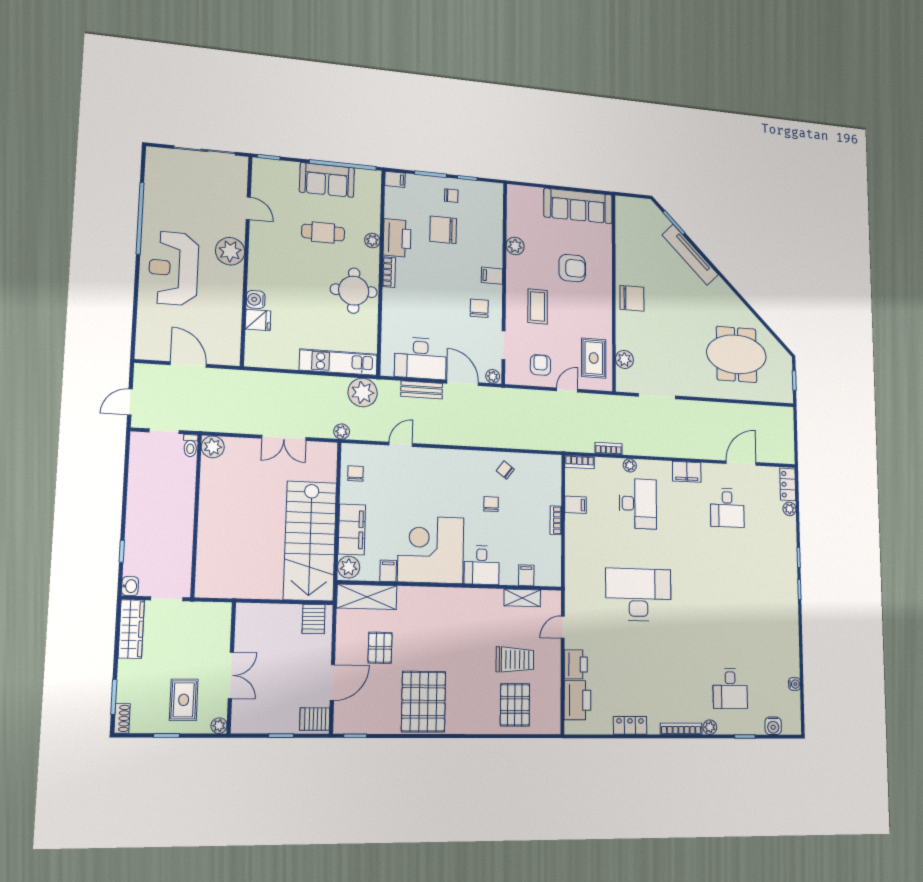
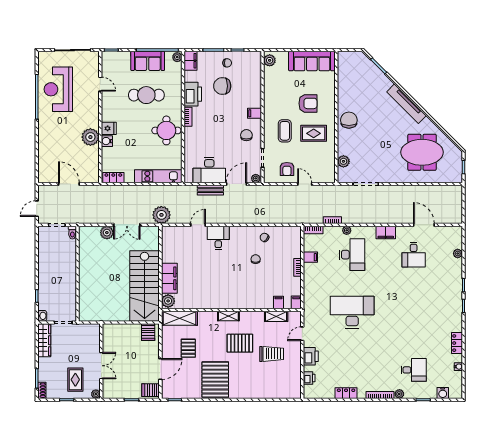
filing cabinet: (395, 179) -> (191, 61), width x2.00
cafe table: (323, 233) -> (146, 95), width x1.37, depth x1.35
plant: (372, 240) -> (177, 57), moved
plant: (515, 246) -> (270, 60), moved
plant: (230, 251) -> (90, 137), moved
tv unit: (690, 255) -> (407, 104), moved
reception desk: (174, 268) -> (58, 89), moved
chair: (632, 298) -> (349, 120), turned -90
fridge: (258, 320) -> (109, 128), moved
rug: (594, 358) -> (314, 133), moved, turned 90
locker: (264, 359) -> (113, 178), added
armchair: (540, 365) -> (287, 169), turned 180
door: (463, 383) -> (236, 184), hinge flipped
door: (567, 390) -> (305, 184), hinge flipped
plant: (363, 392) -> (174, 194), removed
plant: (342, 431) -> (161, 215), width x1.87, depth x1.87
plant: (213, 447) -> (107, 233), moved
door: (741, 463) -> (424, 225), hinge flipped
chair: (356, 474) -> (171, 244), removed
locker: (788, 484) -> (457, 343), moved
corner desk: (431, 550) -> (218, 289), removed
desk: (482, 565) -> (218, 238), moved, turned 180
filing cabinet: (388, 571) -> (296, 302), moved
shelving: (447, 595) -> (228, 316), added
desk: (730, 689) -> (414, 370), turned -90
printer: (578, 700) -> (309, 378), width x0.53, depth x0.68
pallet: (515, 705) -> (240, 343), moved, turned 90

